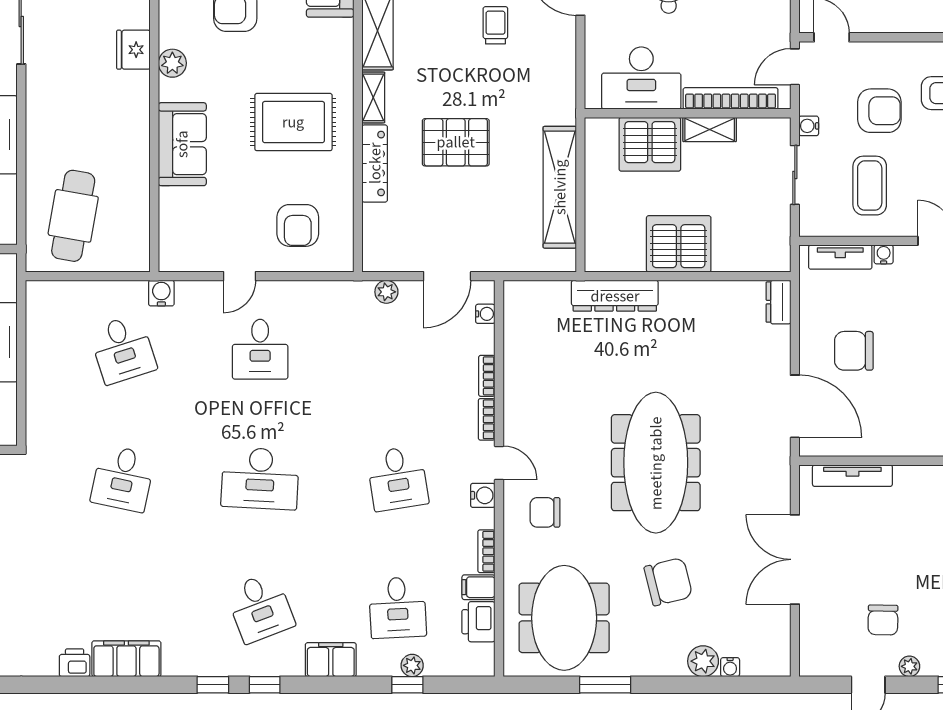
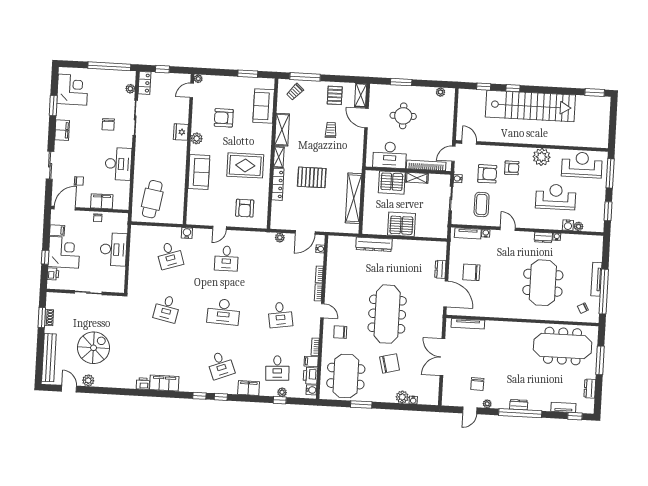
dresser: (778, 302) -> (440, 269), moved
water cooler: (483, 495) -> (311, 390), moved

